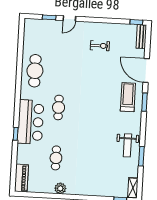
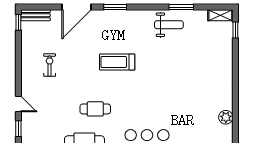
treadmill: (128, 97) -> (117, 62), moved
cafe table: (59, 107) -> (95, 109), moved
cafe table: (56, 158) -> (189, 111), removed
plant: (60, 188) -> (226, 117), moved

